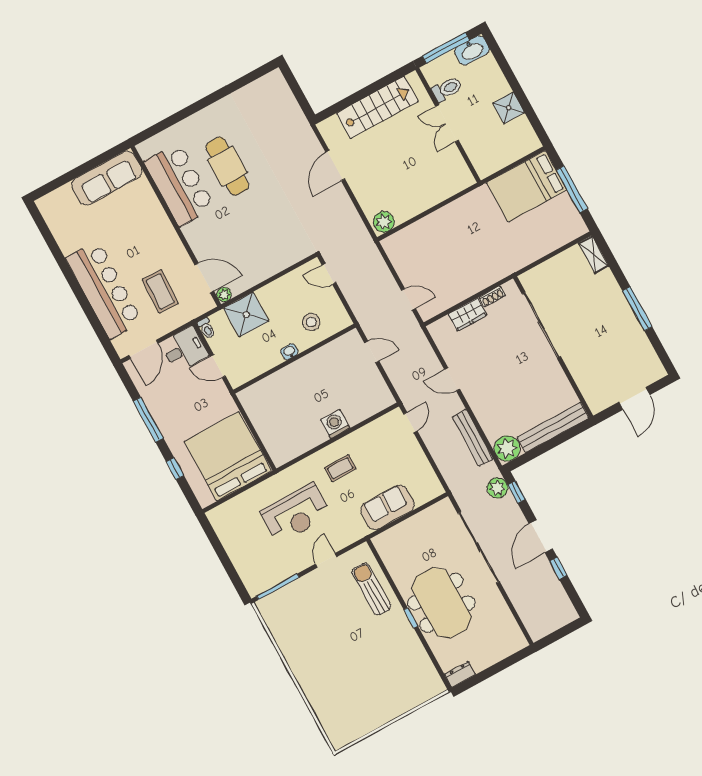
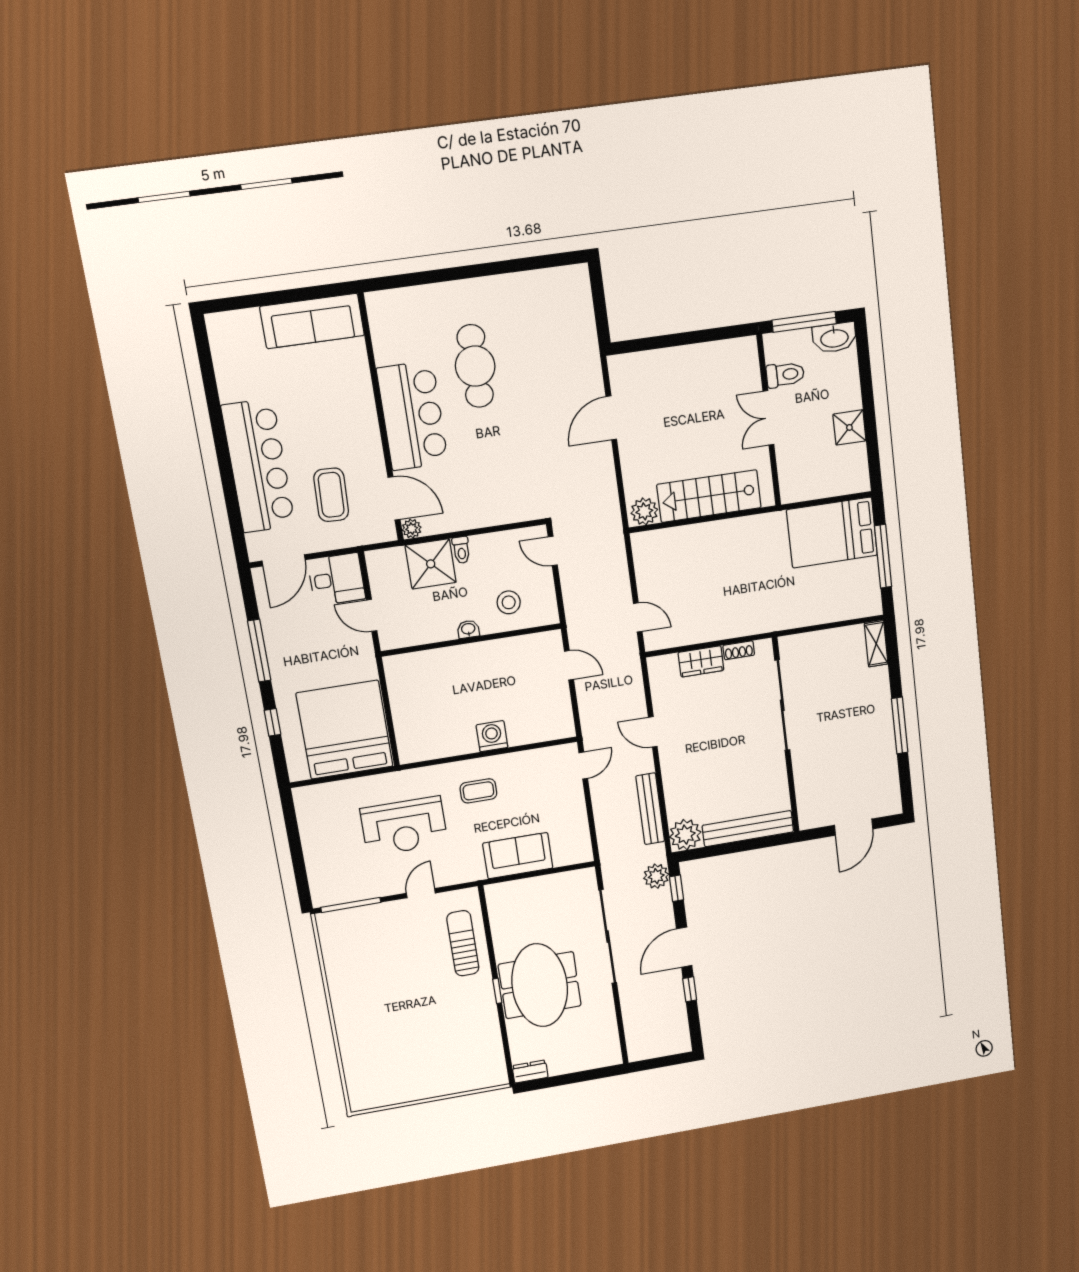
stairs: (377, 107) -> (709, 496), moved, turned 180
bar counter: (179, 185) -> (412, 416), moved
toilet: (206, 328) -> (461, 550), moved

